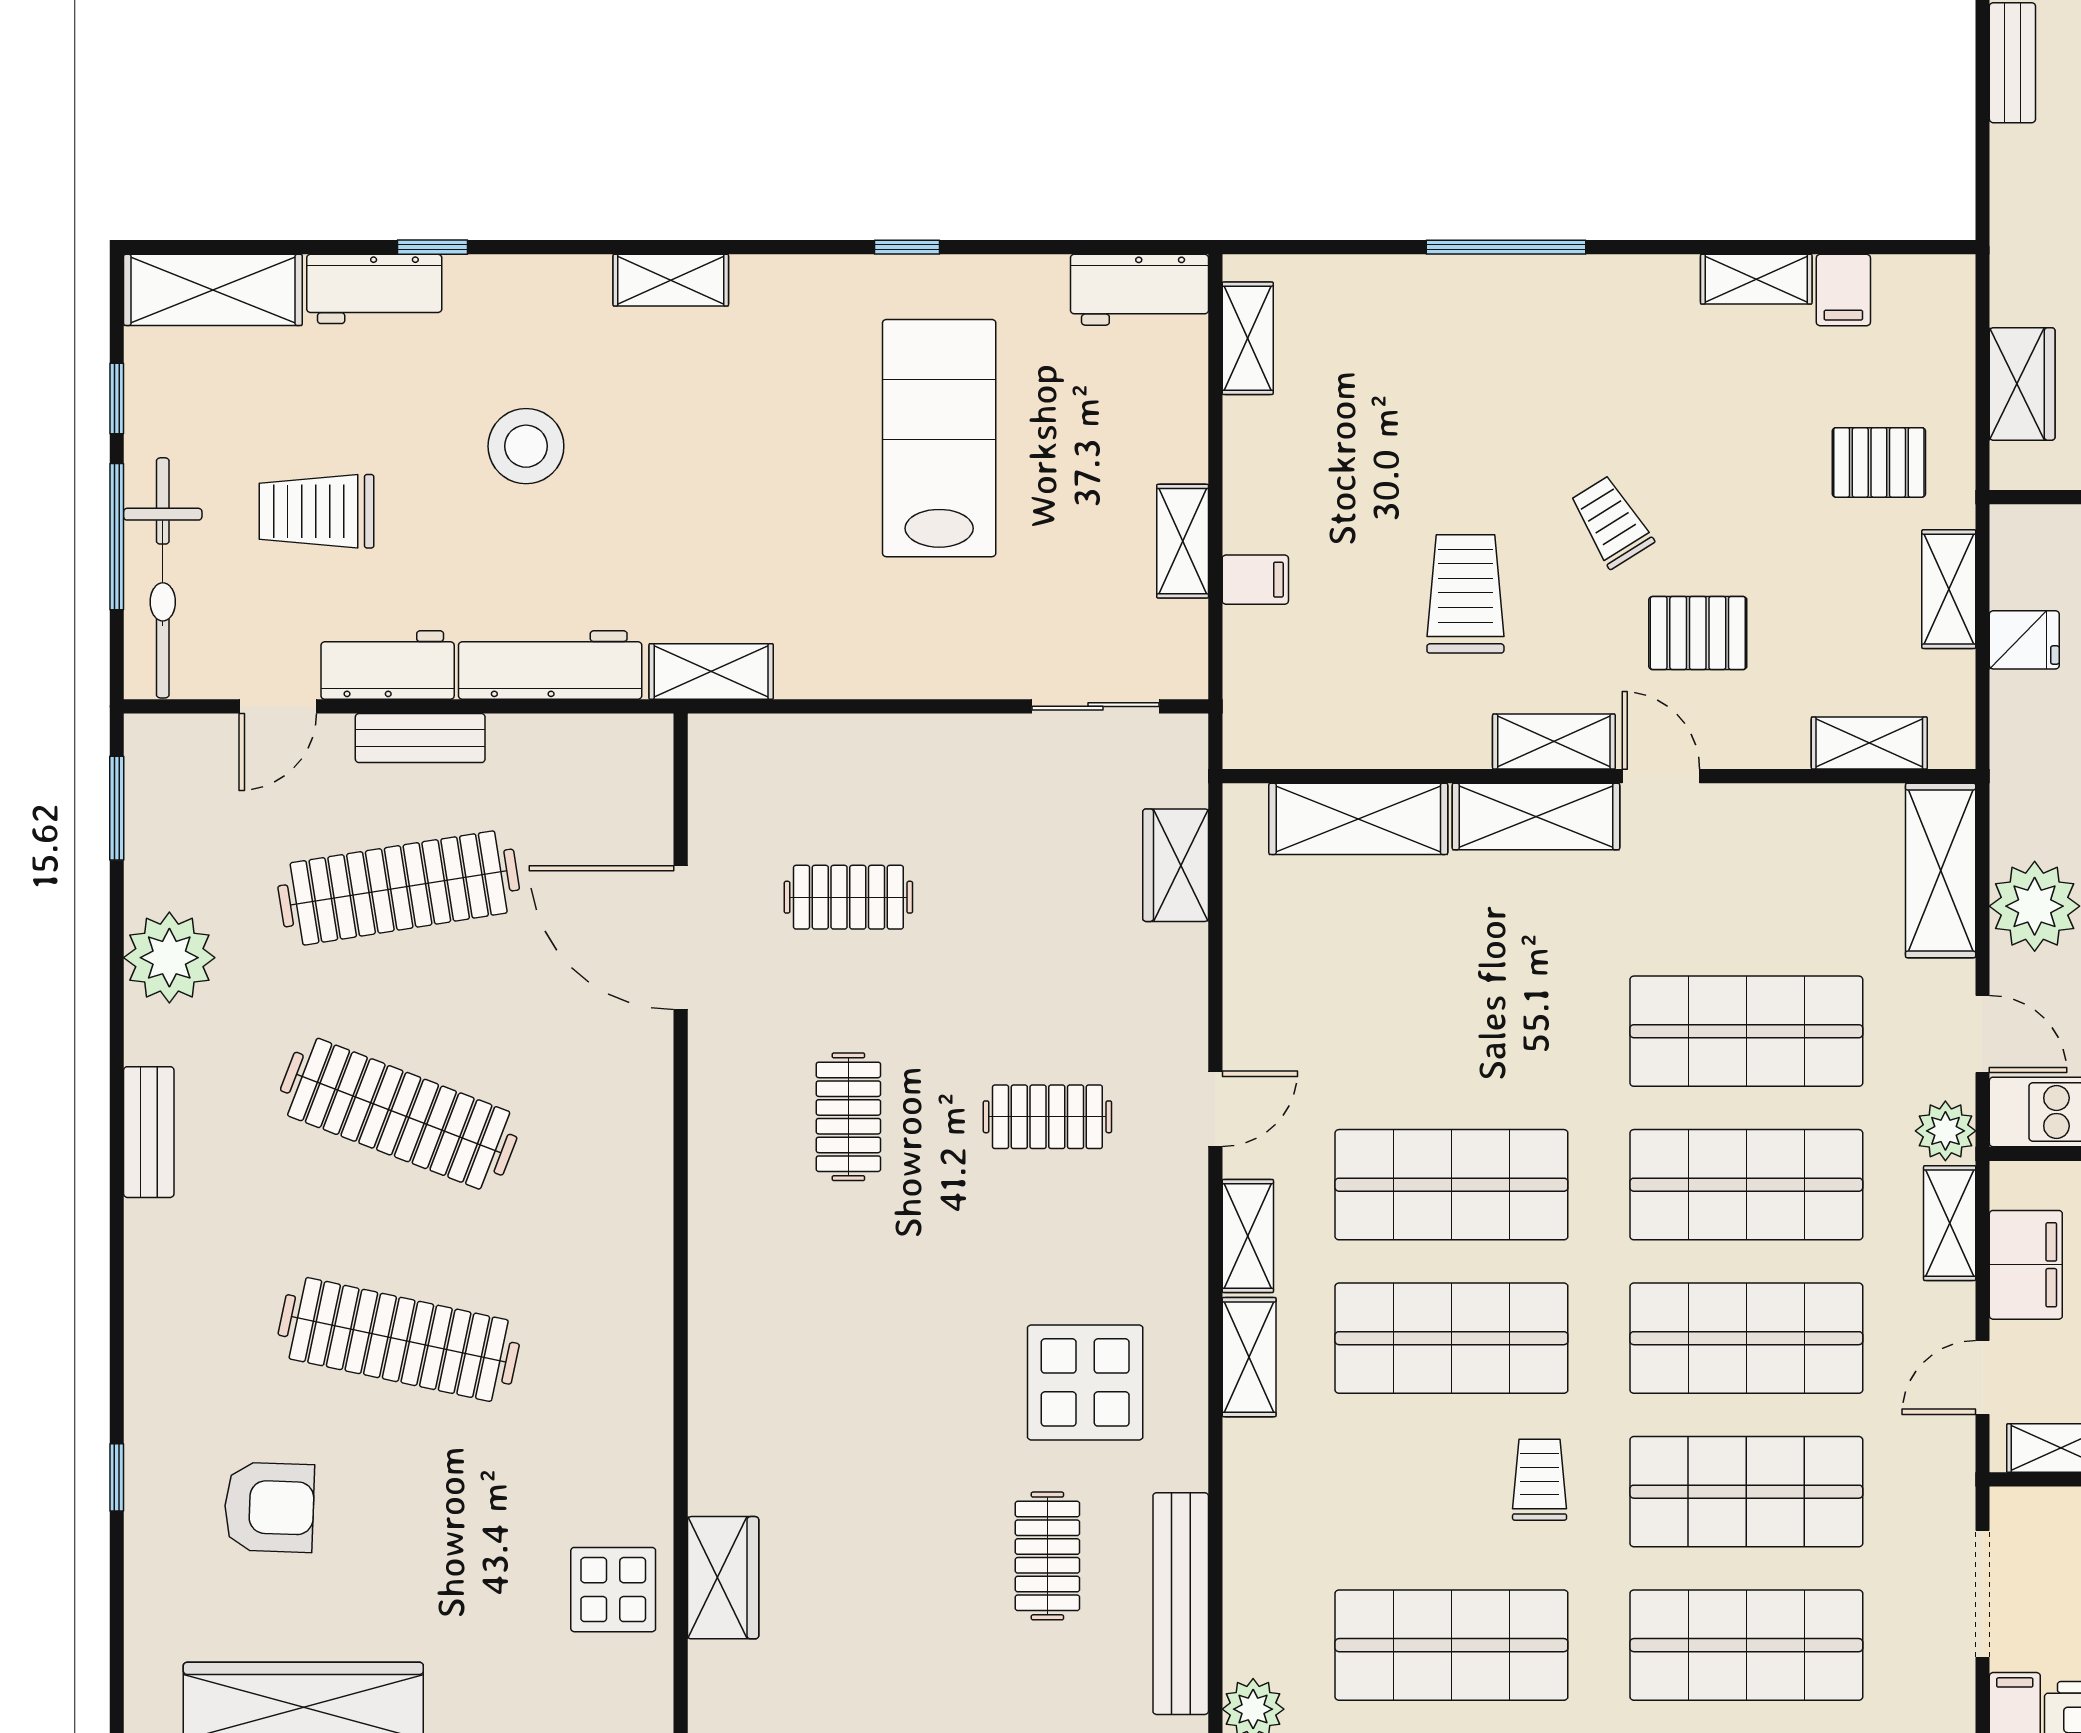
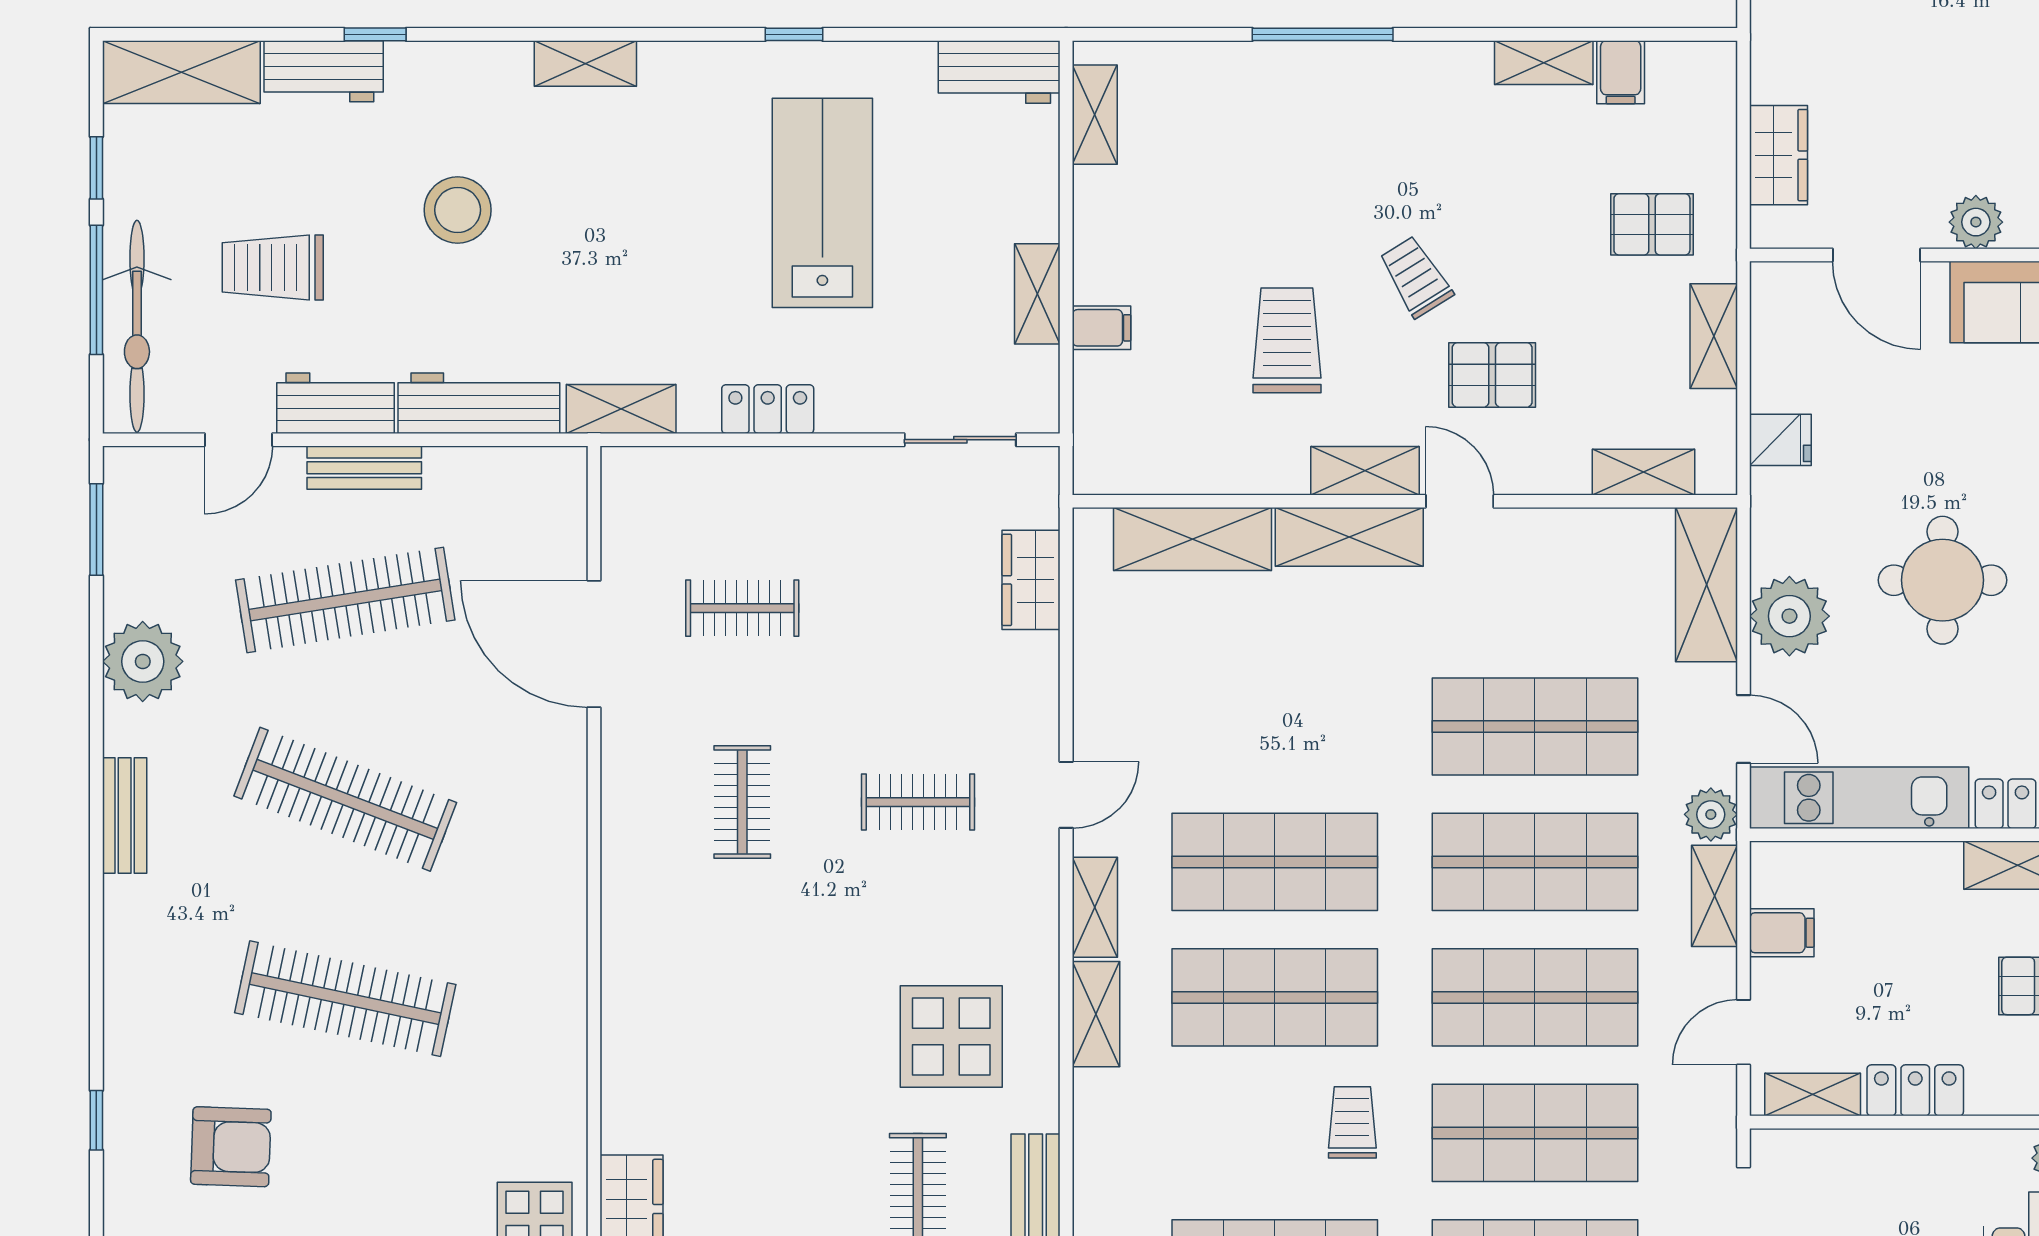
fridge: (2024, 640) -> (1780, 440), moved
locker: (877, 672) -> (768, 409), added
filing cabinet: (2026, 1265) -> (1782, 933), width x0.50

